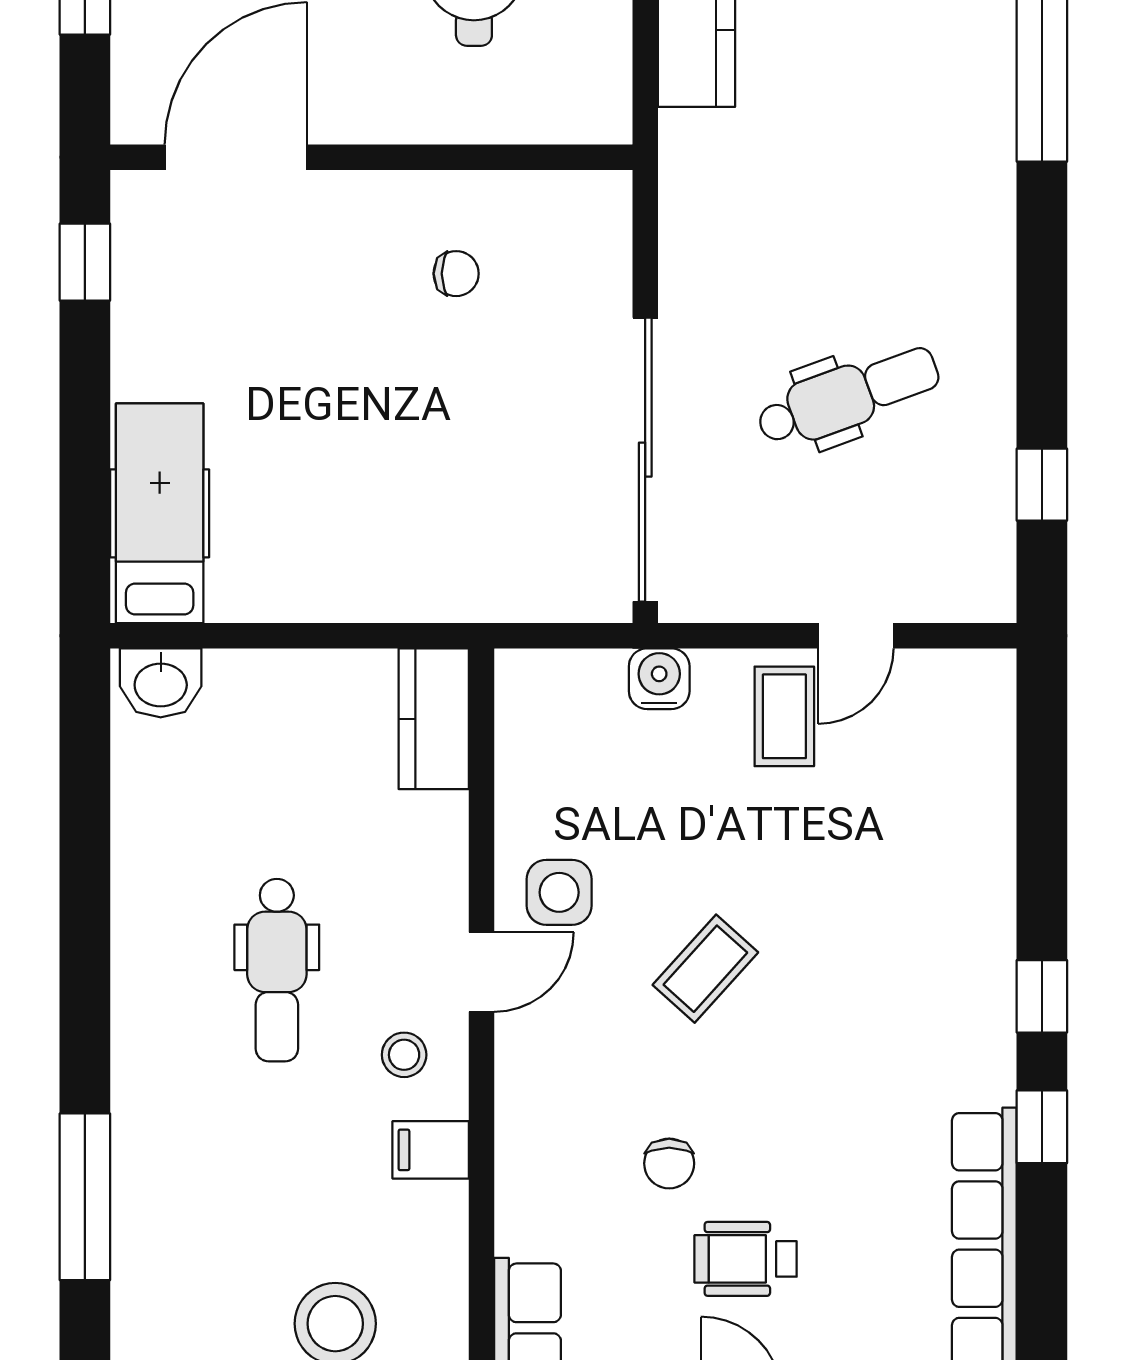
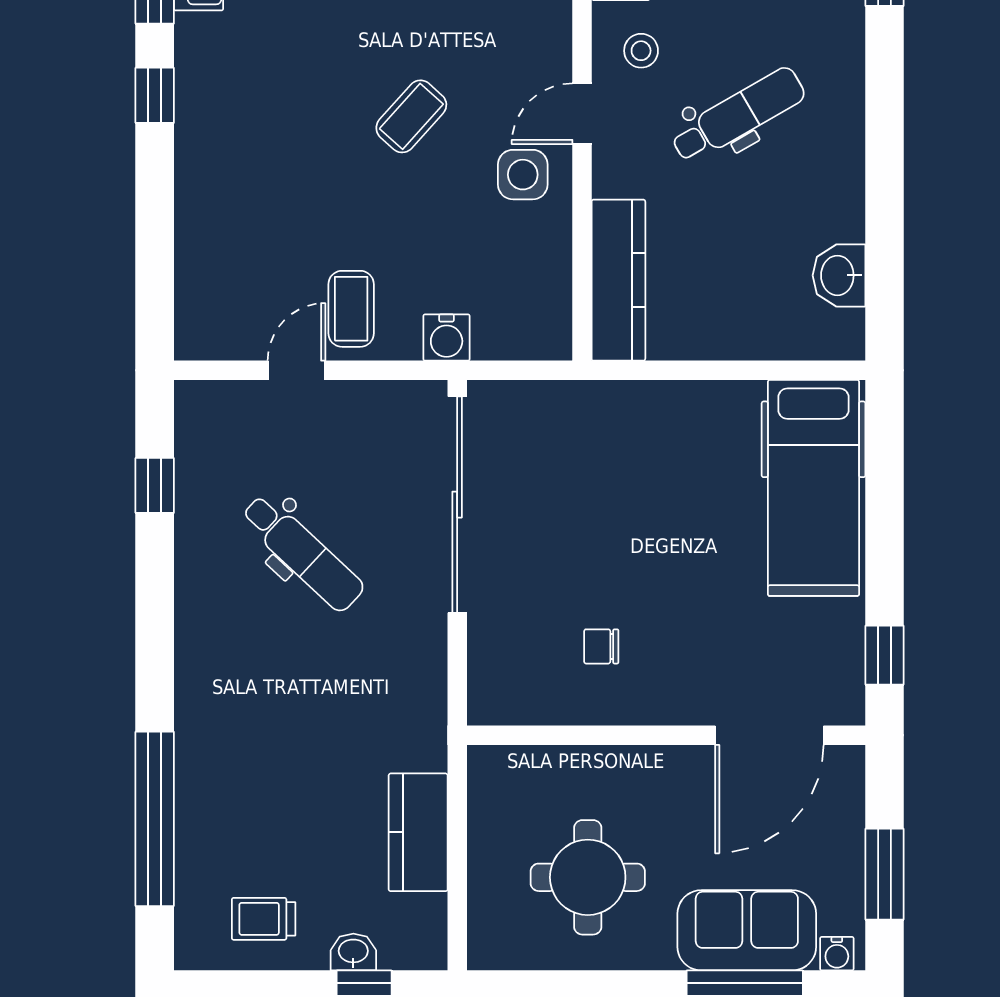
dental chair: (848, 396) -> (303, 553), turned -117
hospital bed: (160, 513) -> (813, 488), width x1.37, depth x1.29
washbasin: (161, 683) -> (839, 275), moved, turned -90
kitchen counter: (434, 719) -> (618, 280), width x1.50
dental chair: (277, 970) -> (738, 115), turned 60

